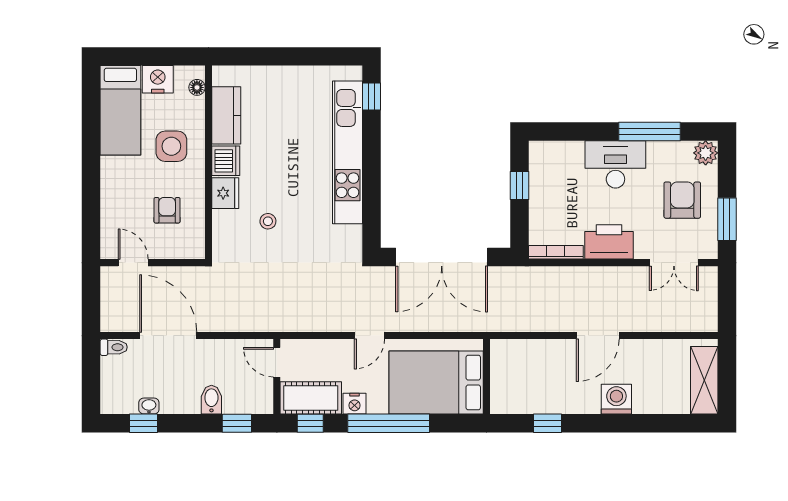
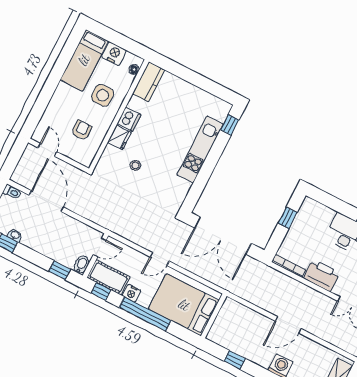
kitchen counter: (226, 115) -> (149, 82), moved
kitchen unit: (348, 152) -> (200, 149), width x0.73
door: (277, 362) -> (100, 247), swing flipped
bidet: (211, 400) -> (81, 265), moved

